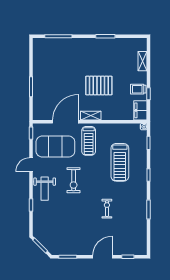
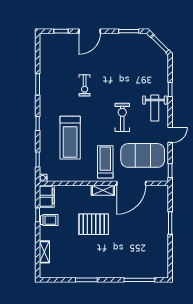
treadmill: (120, 162) -> (70, 138), turned 180
weight bench: (45, 189) -> (155, 108), turned 180

